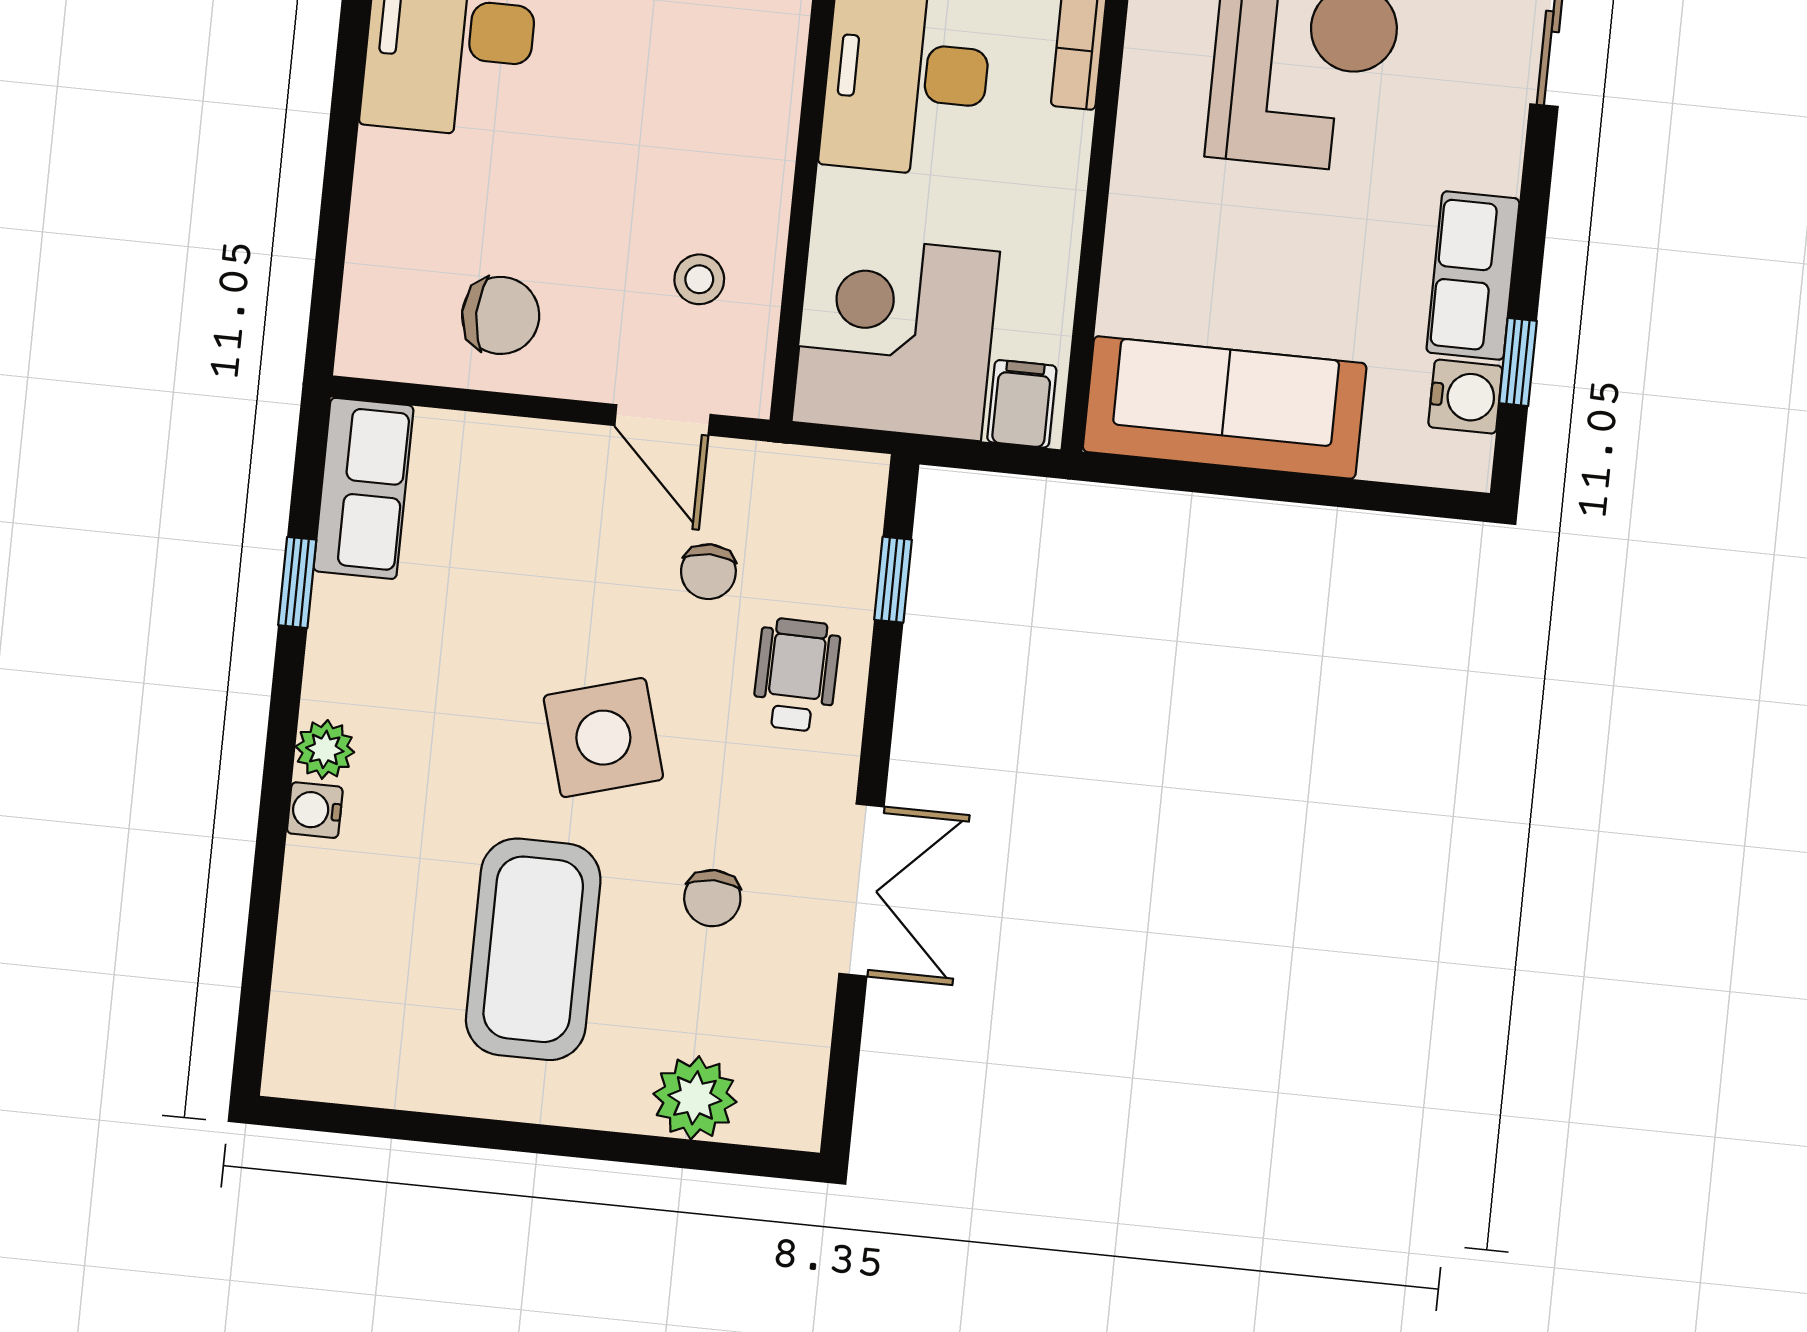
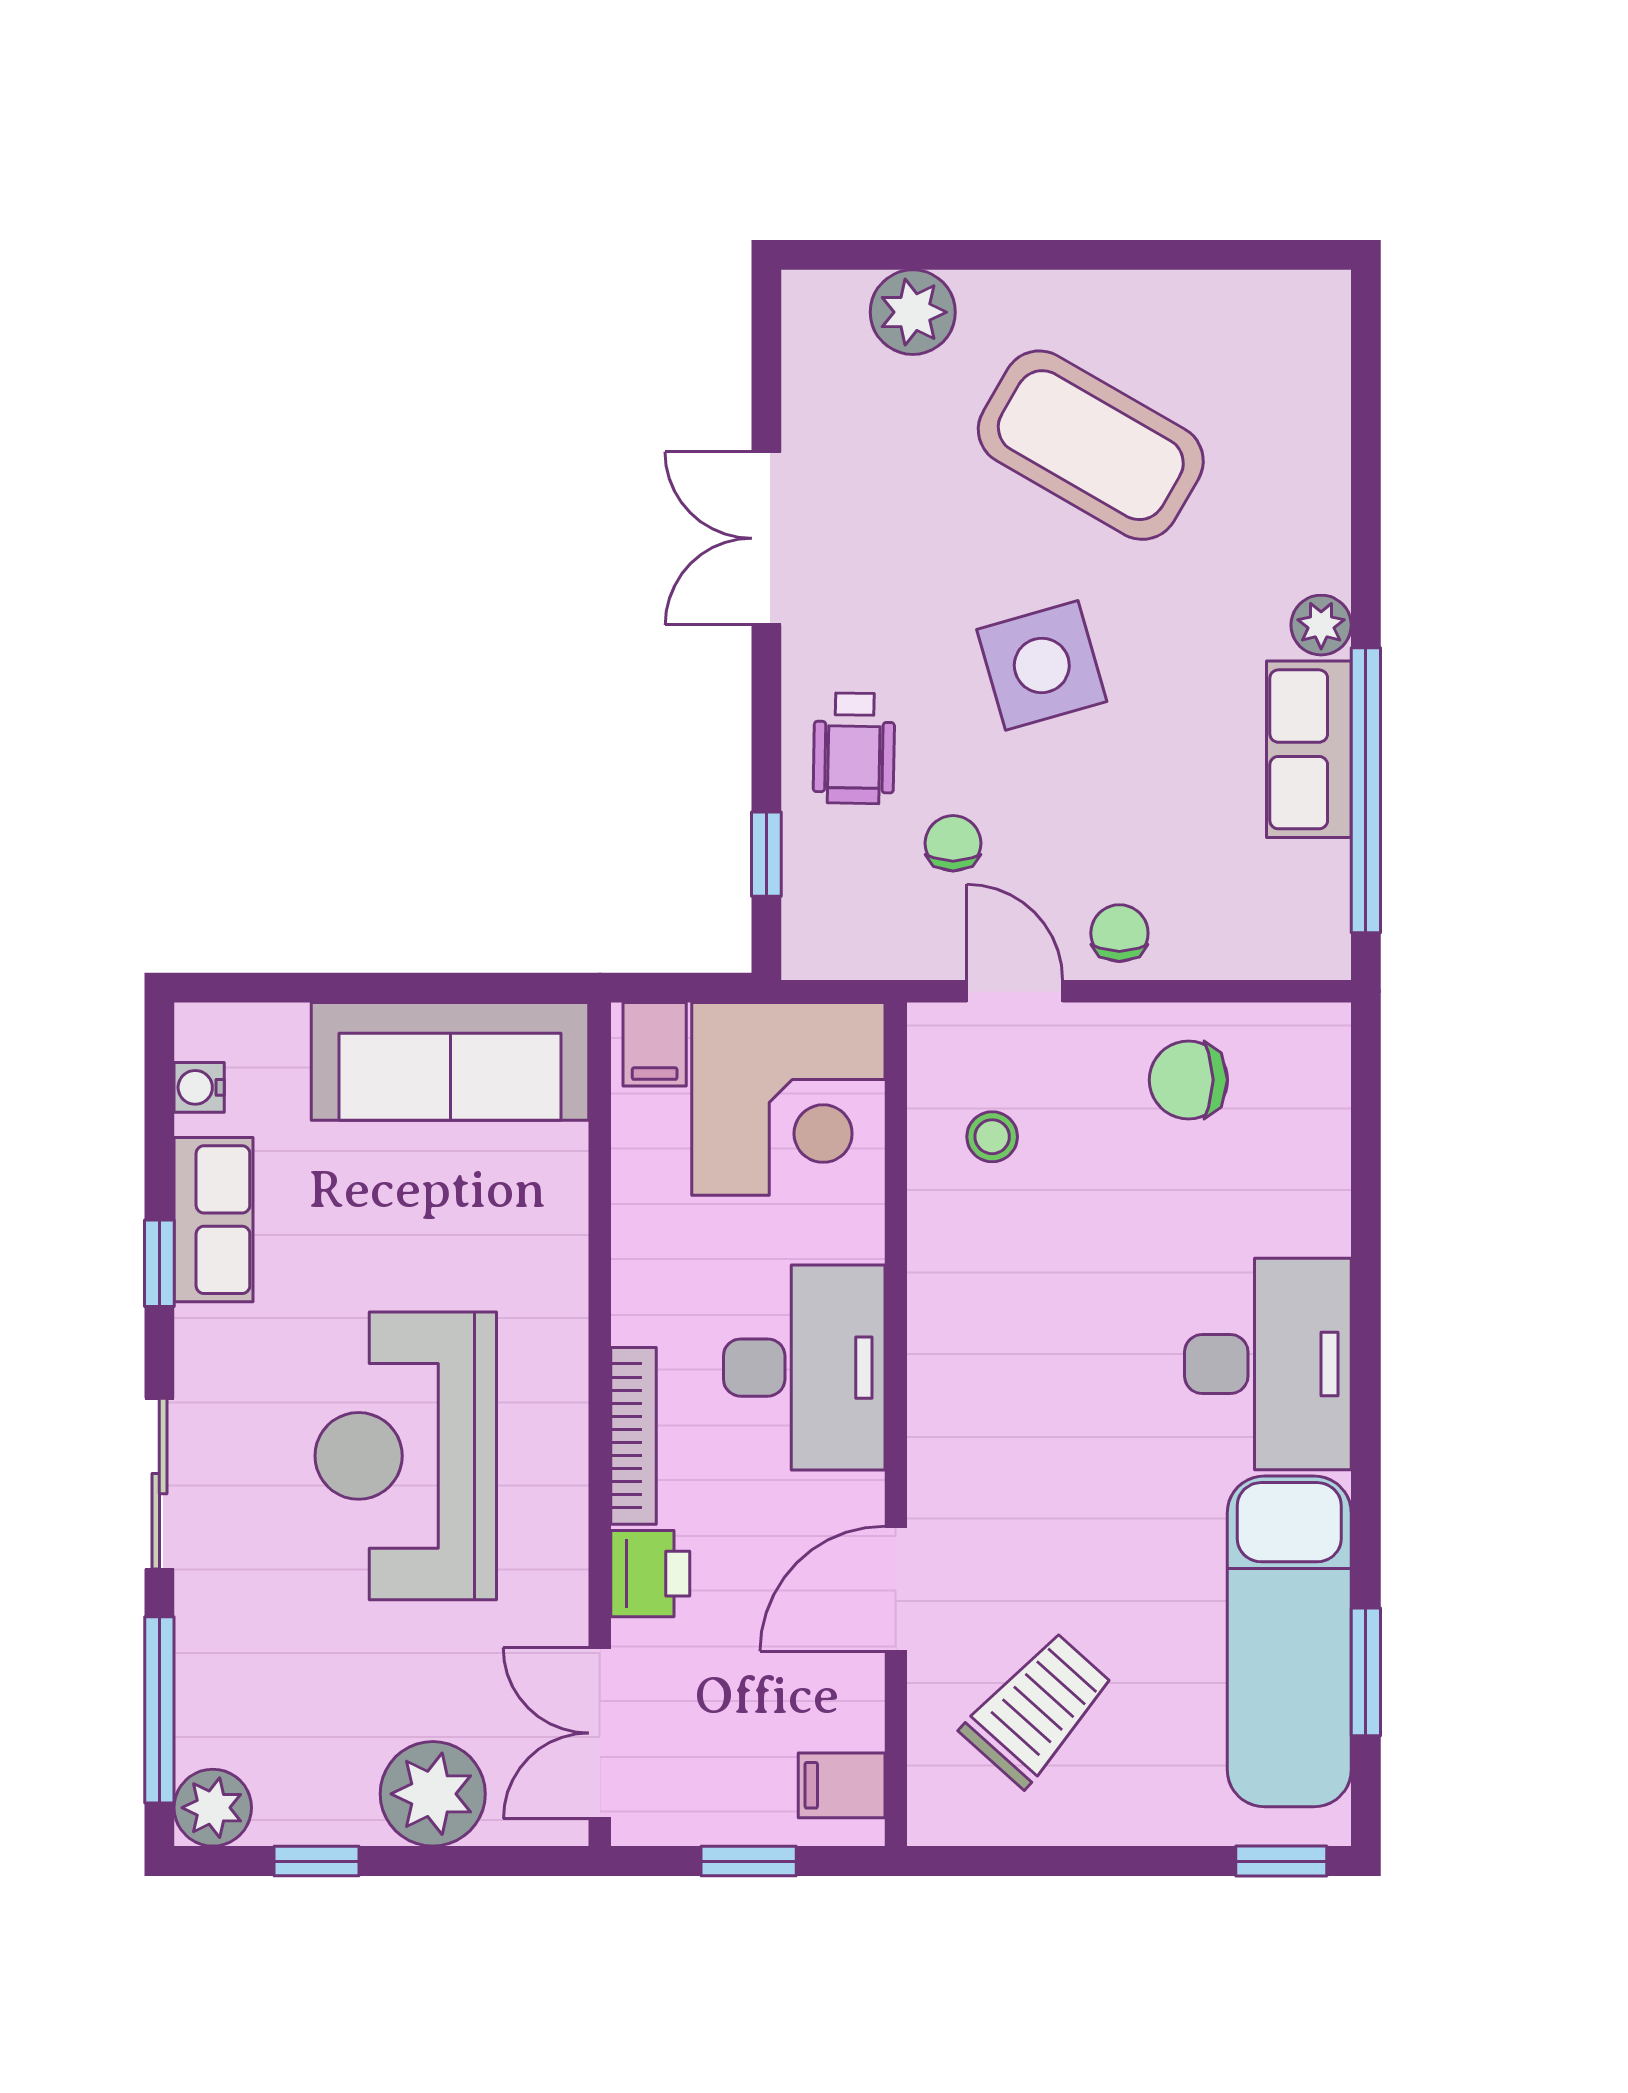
window: (1518, 362) -> (159, 1263), moved
water cooler: (1465, 397) -> (199, 1087), width x0.72, depth x0.72
row of seats: (363, 488) -> (1309, 749), moved
window: (297, 582) -> (1366, 790), width x3.17
water cooler: (315, 810) -> (1325, 563), removed
chair: (712, 898) -> (1119, 933), moved
coffee table: (533, 949) -> (1091, 445), turned -60

